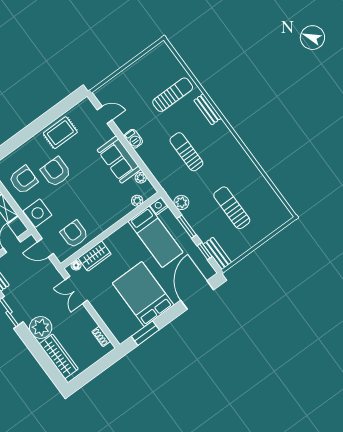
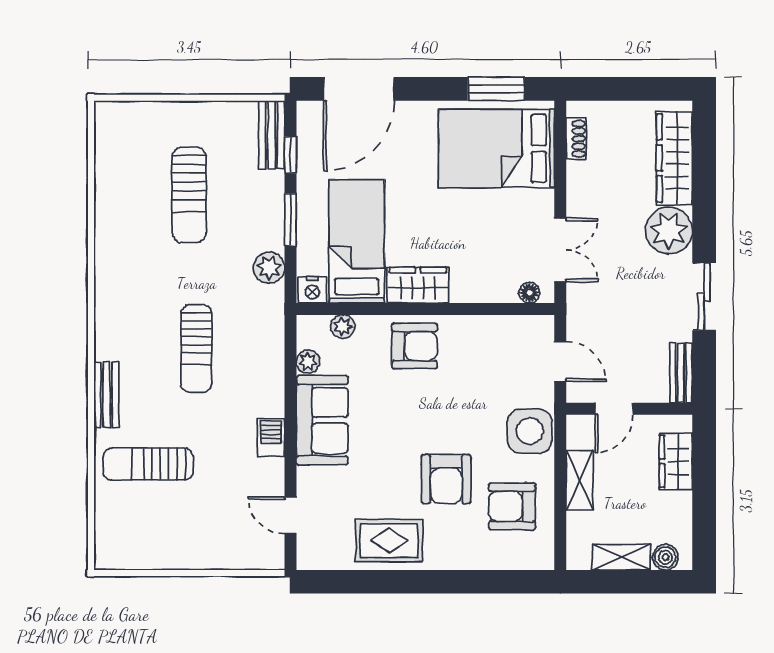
armchair: (74, 234) -> (414, 346), moved, turned -90
wardrobe: (95, 256) -> (418, 285), moved
bed: (143, 294) -> (496, 148), moved, turned 90

